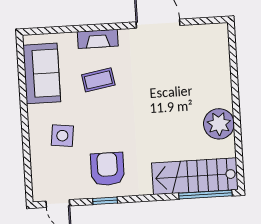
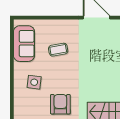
fireplace: (98, 39) -> (59, 25), removed

